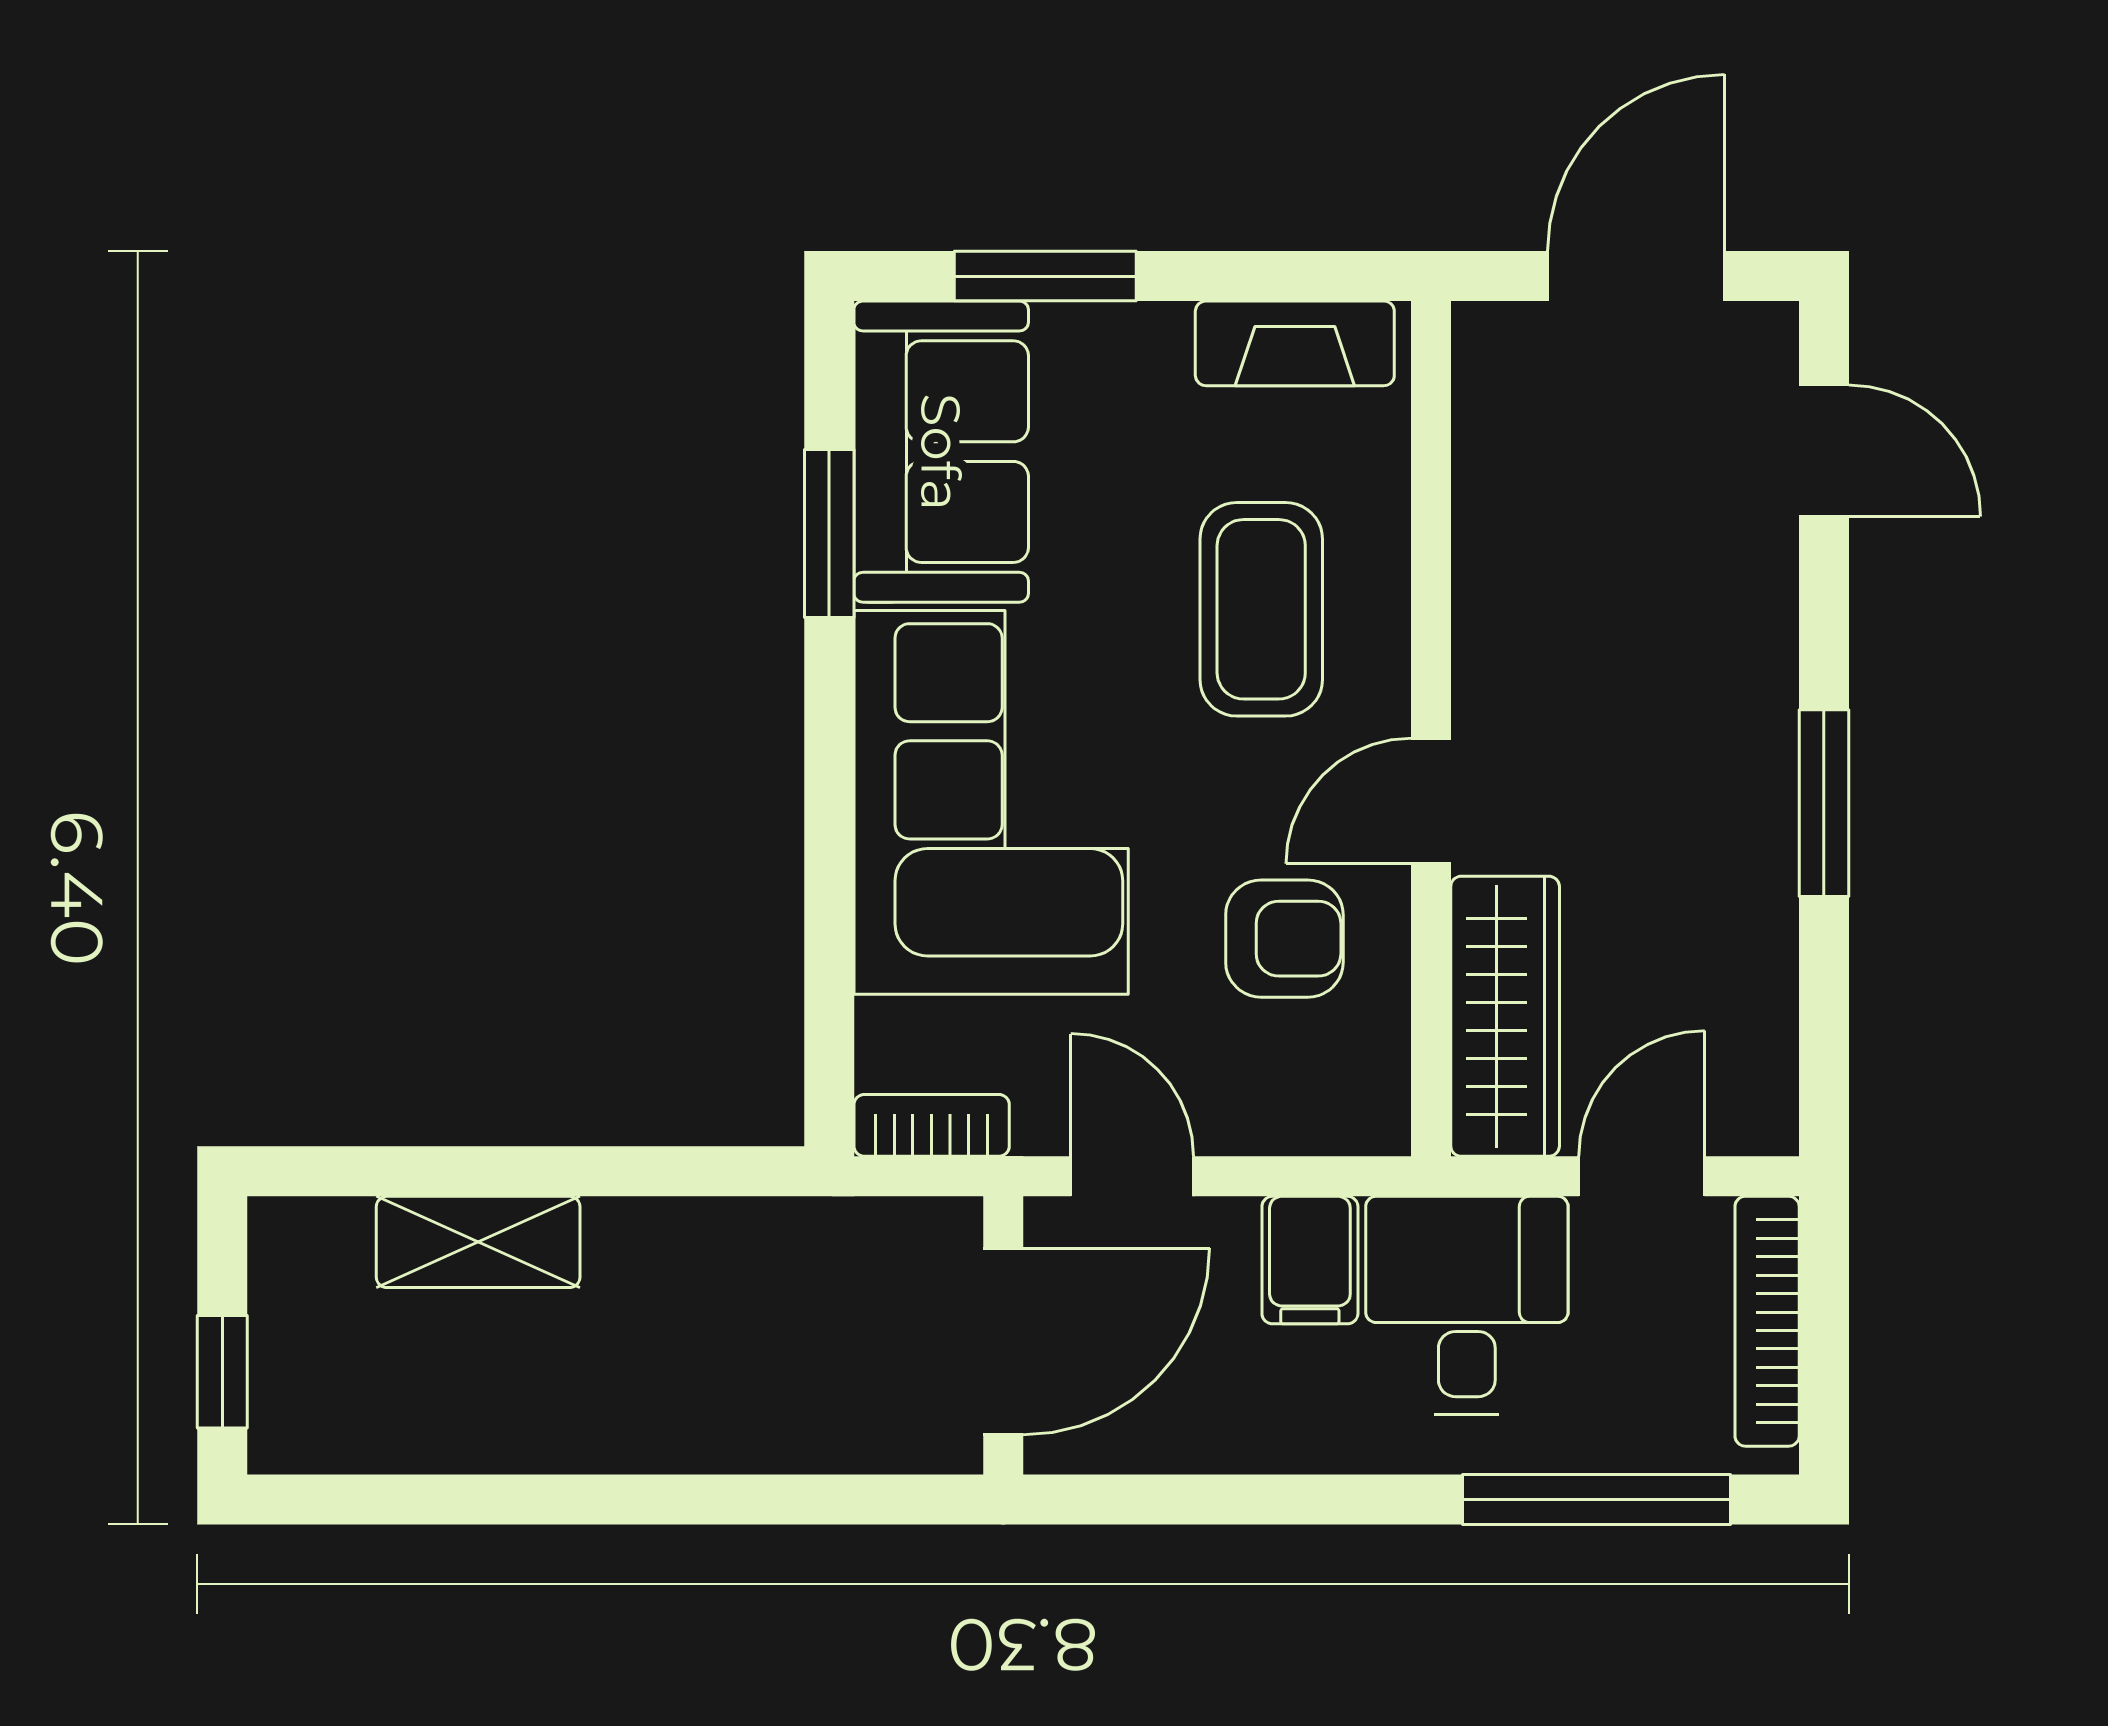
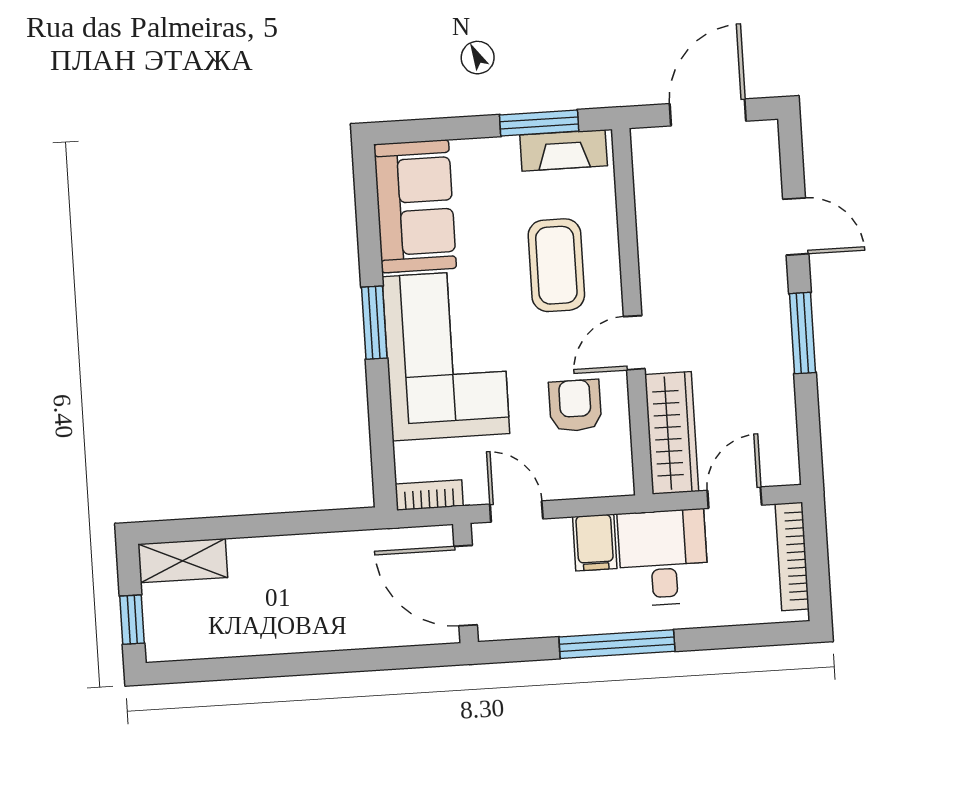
window: (1045, 276) -> (539, 123), moved
door: (1824, 451) -> (796, 226), moved
window: (829, 534) -> (374, 323), moved
armchair: (1284, 939) -> (575, 406), turned -90
shelving: (478, 1242) -> (183, 561), moved
door: (1003, 1341) -> (466, 586), swing flipped
window: (1596, 1500) -> (617, 644), moved

